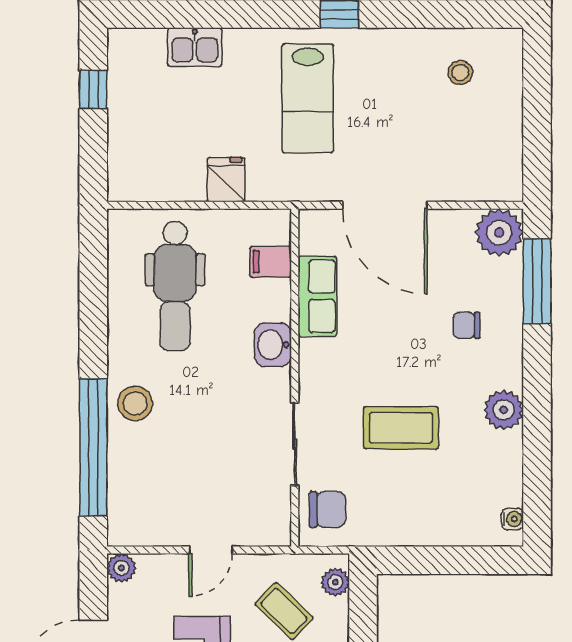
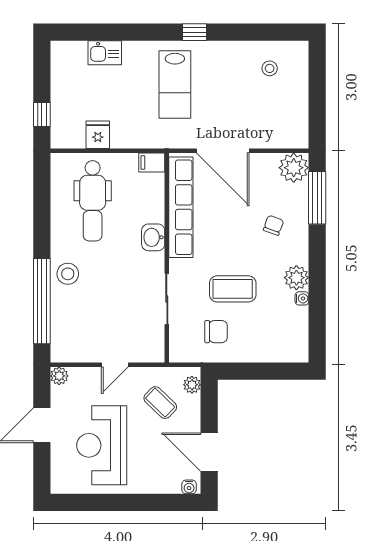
window: (93, 90) -> (42, 114), moved
fridge: (226, 180) -> (98, 135), moved
filing cabinet: (271, 262) -> (152, 163), moved
row of seats: (317, 296) -> (181, 207), width x2.02
chair: (467, 325) -> (273, 225), turned 110
chair: (328, 509) -> (216, 332), moved
water cooler: (512, 519) -> (302, 298), moved

